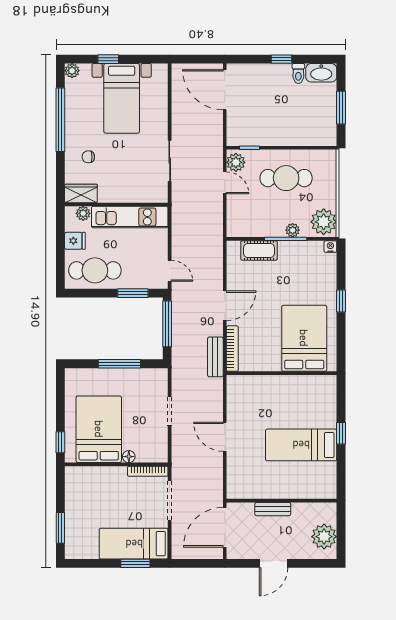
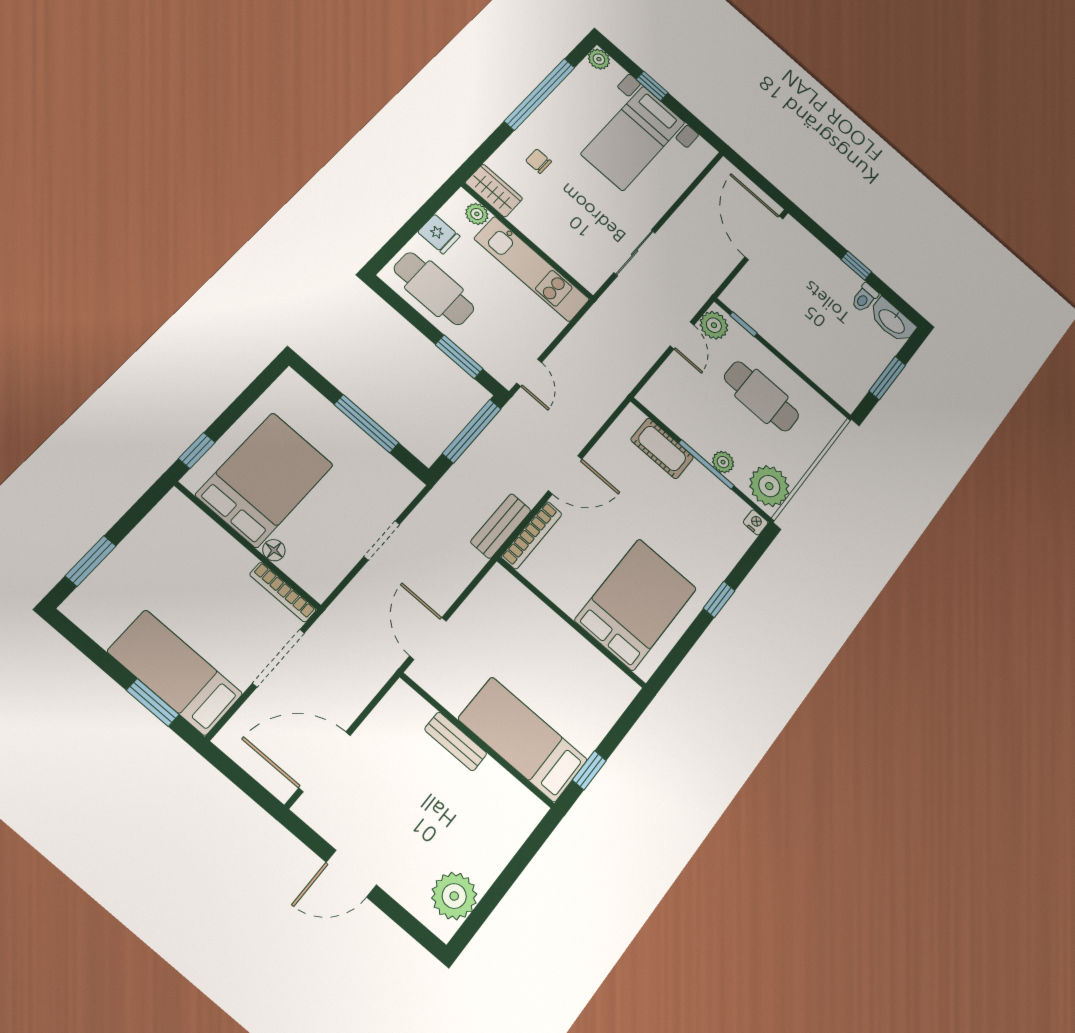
wall: (282, 501) -> (477, 740), moved
bench: (273, 509) -> (456, 741), moved

